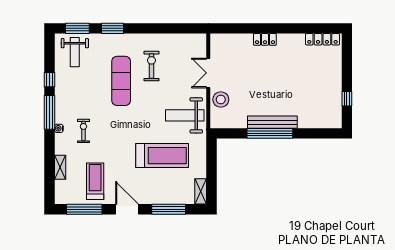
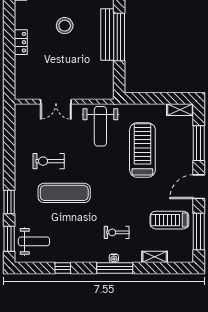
stool: (221, 99) -> (65, 26), moved
window: (50, 112) -> (115, 268), moved

